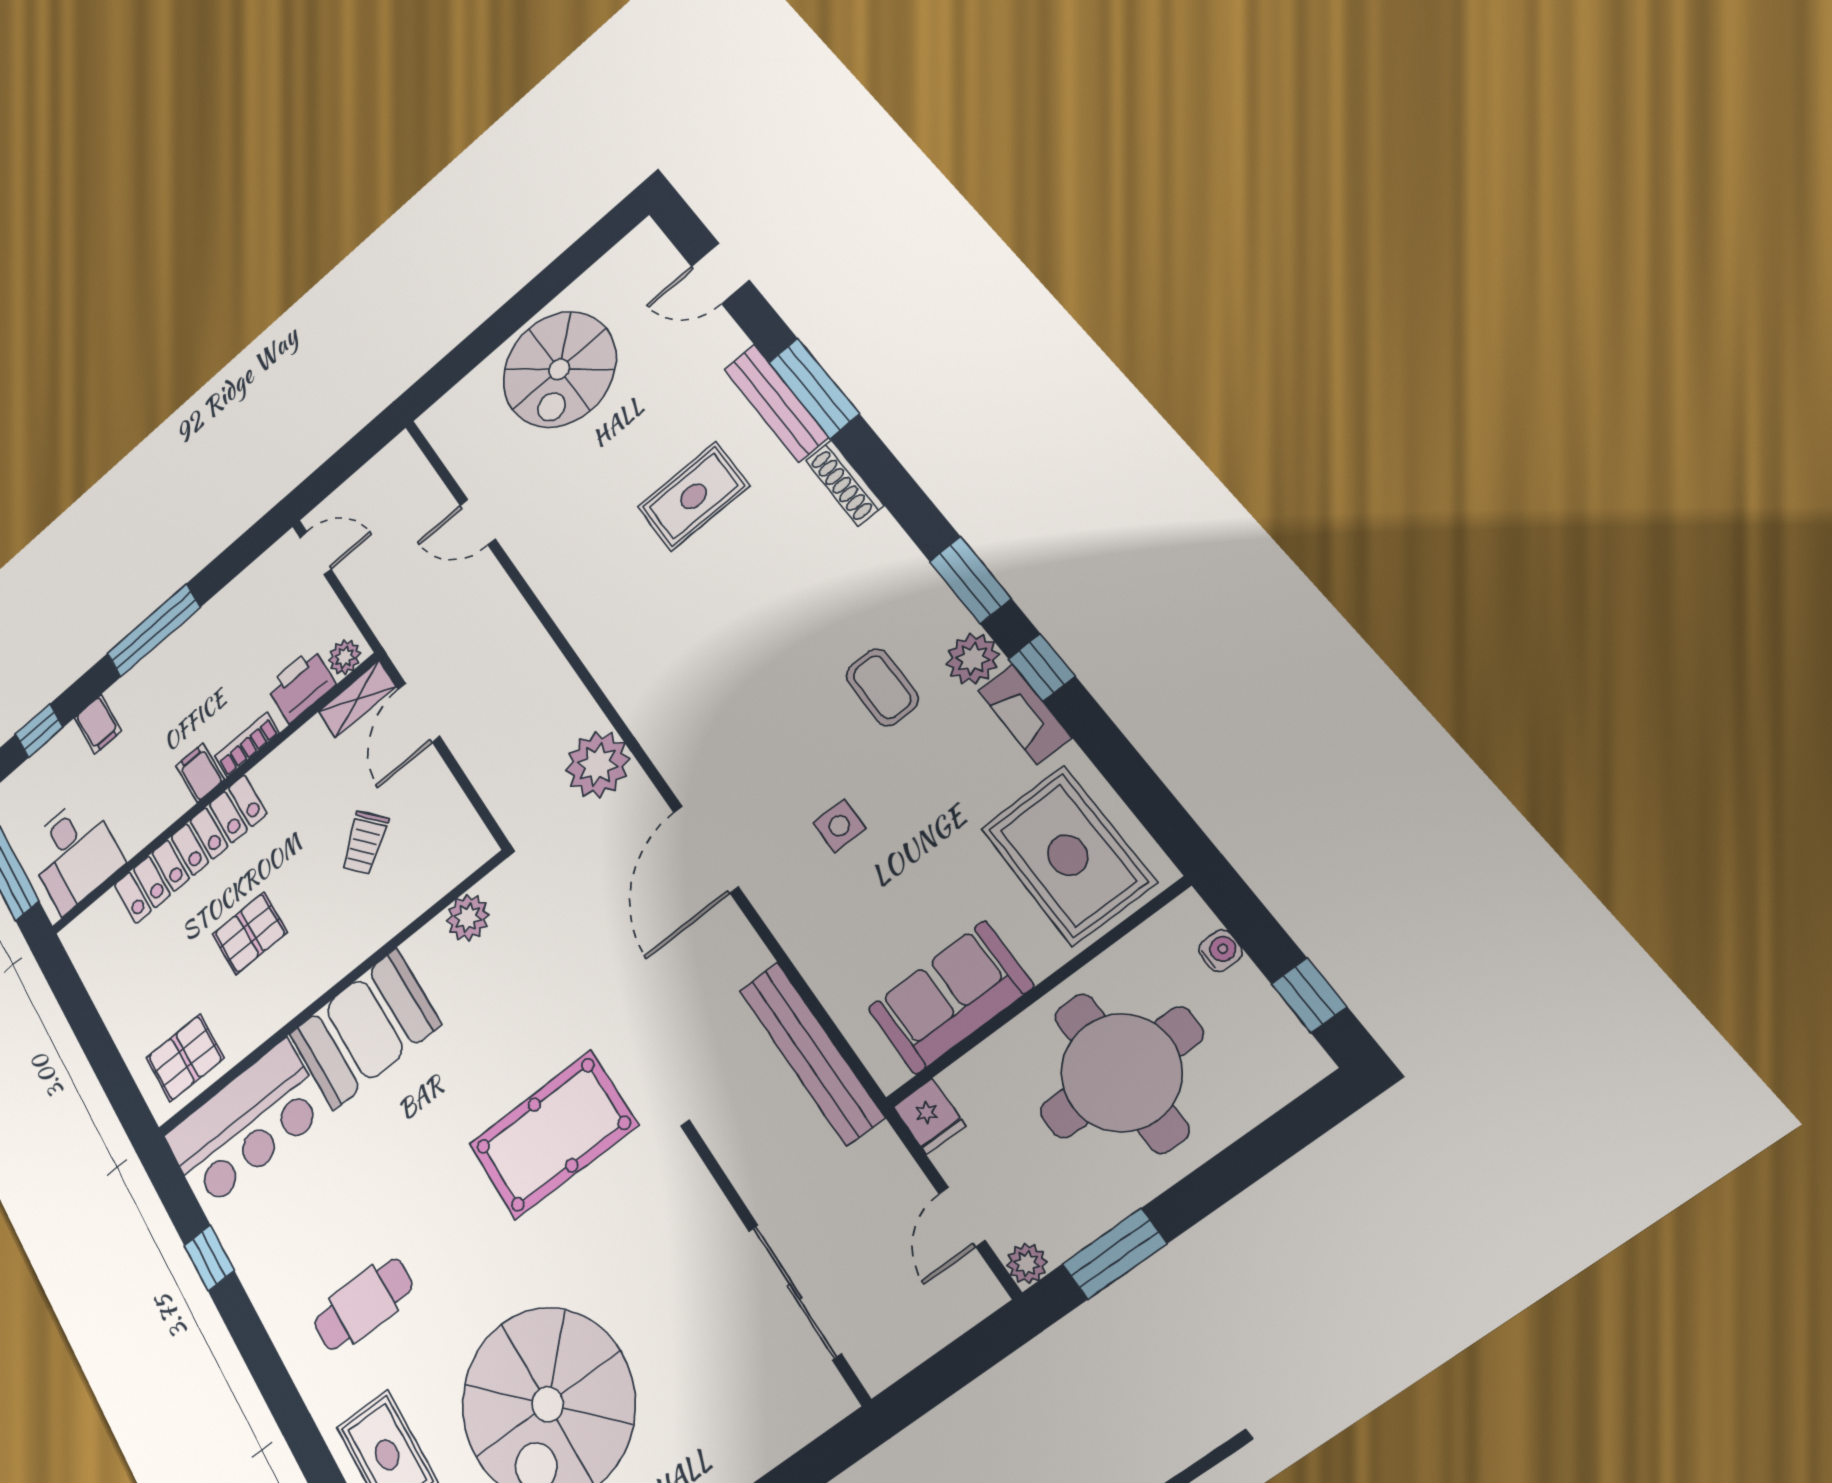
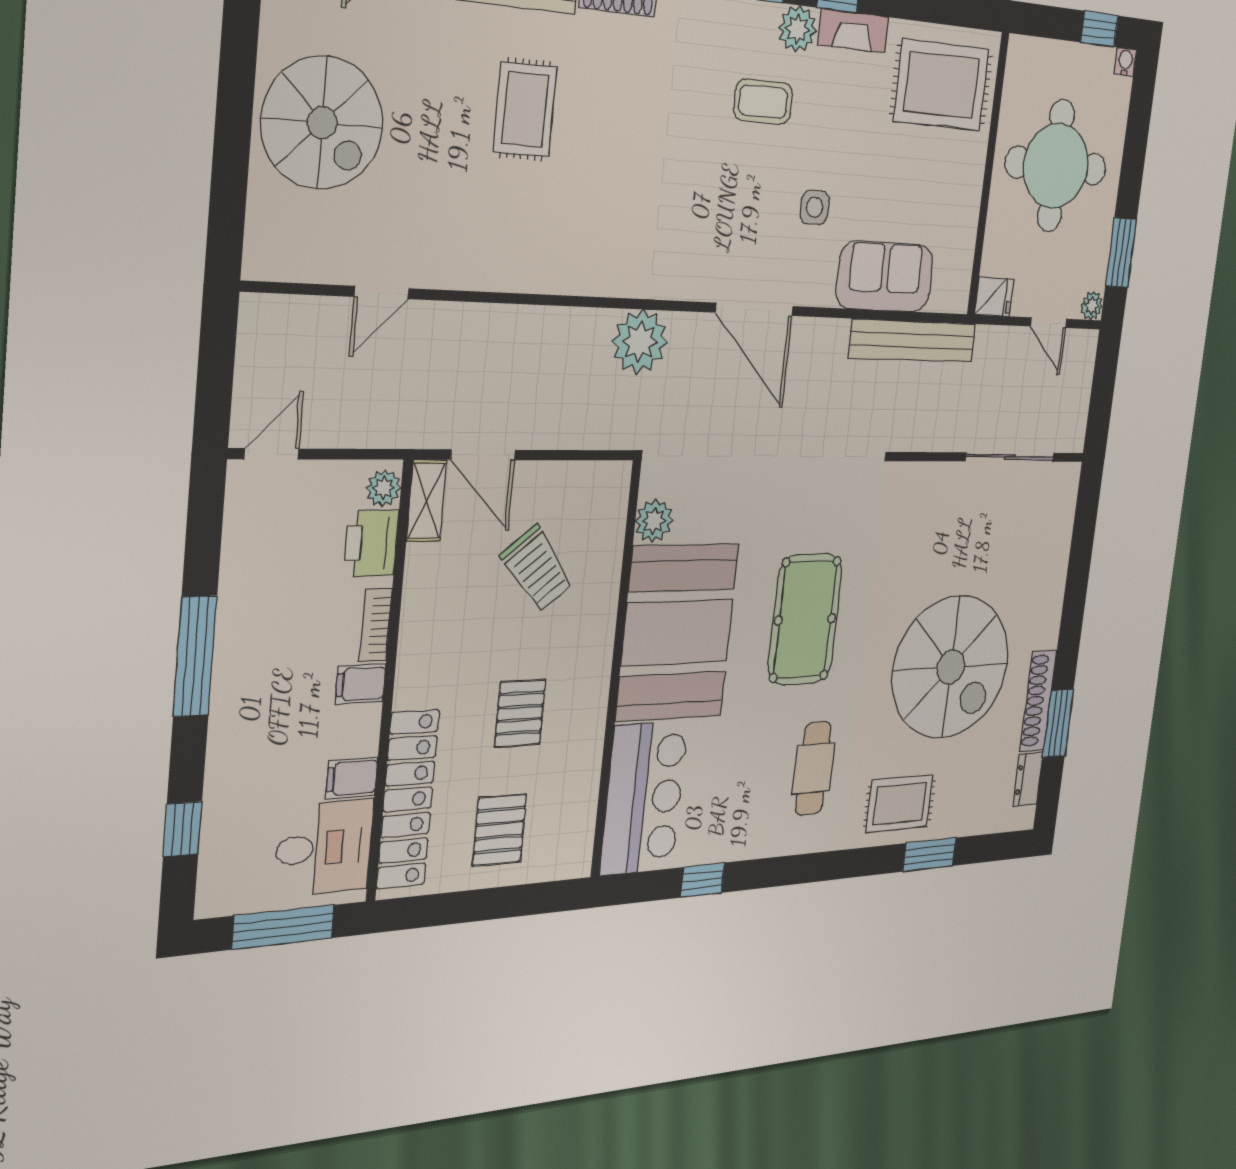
filing cabinet: (98, 724) -> (352, 778), moved, turned 180
trolley: (365, 843) -> (537, 569), width x1.36, depth x1.39
locker: (190, 850) -> (408, 799), moved
water cooler: (1220, 951) -> (1125, 62), moved
sofa: (950, 997) -> (885, 277), moved, turned 90
booth: (365, 1029) -> (677, 632), width x1.36, depth x1.42
pallet: (185, 1058) -> (500, 830), moved
pool table: (553, 1135) -> (805, 619), moved

